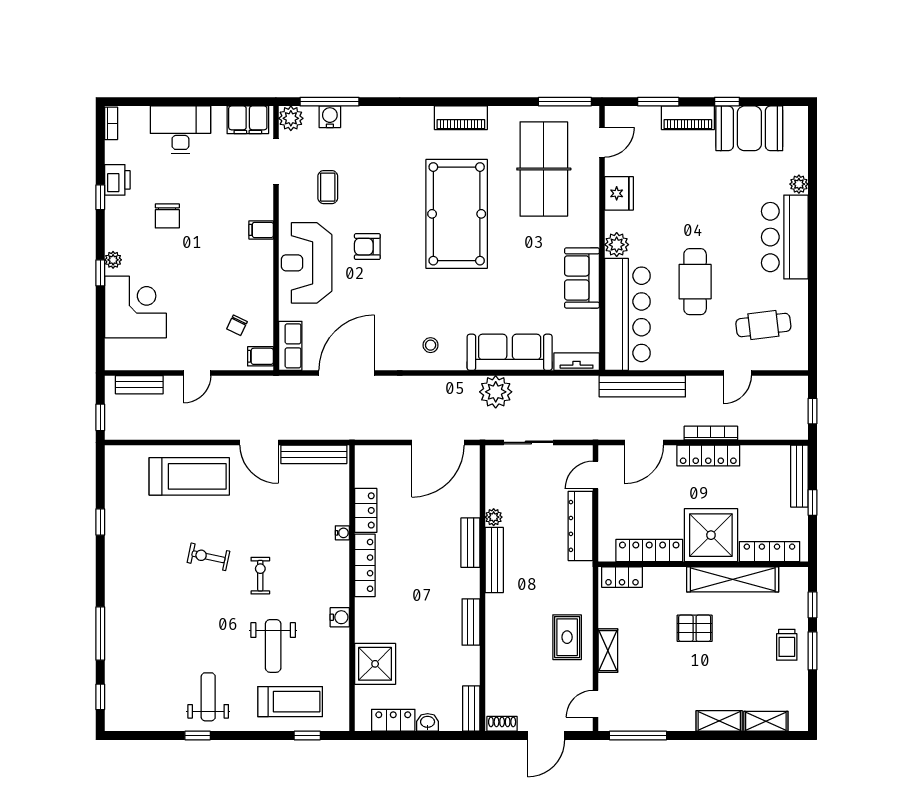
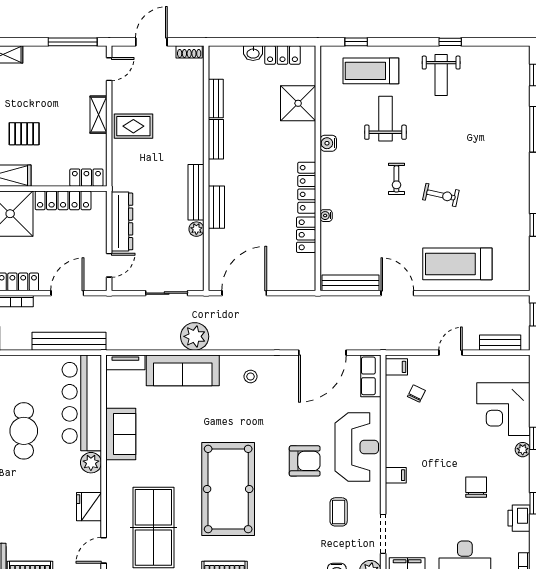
armchair: (367, 247) -> (305, 461), width x1.38, depth x1.38
rug: (567, 637) -> (133, 126), turned 90
bench: (471, 709) -> (216, 98), moved

